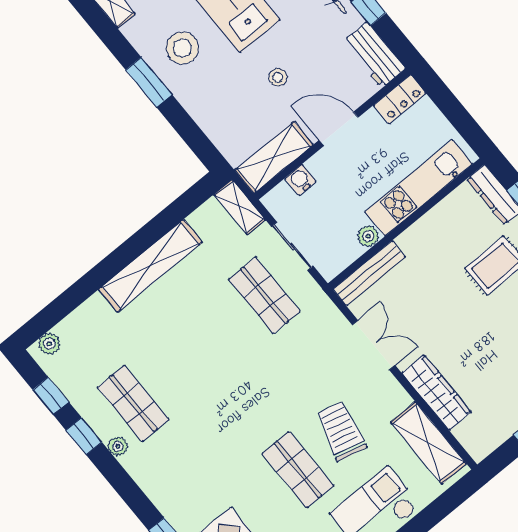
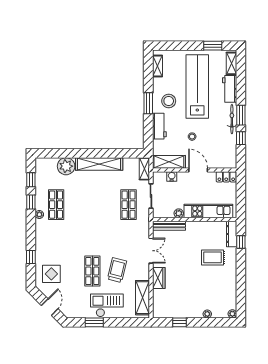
workbench: (374, 55) -> (159, 126), moved, turned 180
plant: (49, 344) -> (66, 166), moved, width x1.88, depth x1.88
wardrobe: (436, 393) -> (159, 278), width x0.67

